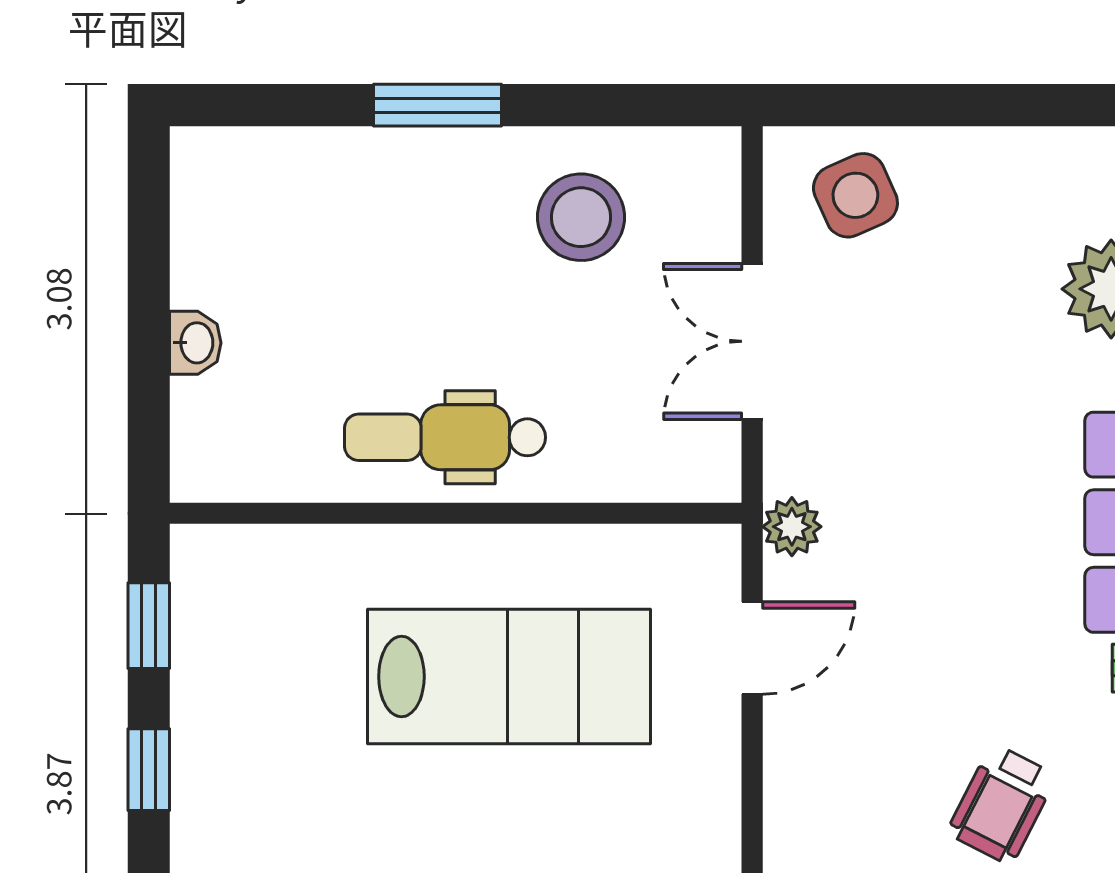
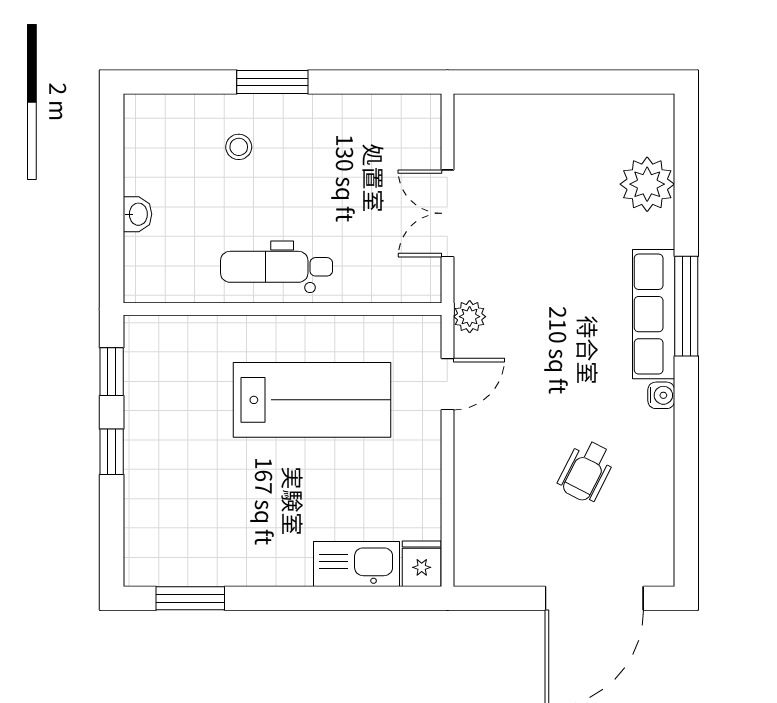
side table: (855, 195) -> (505, 132), removed
stool: (581, 217) -> (239, 147), moved, width x0.53, depth x0.53

